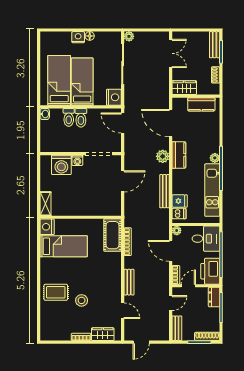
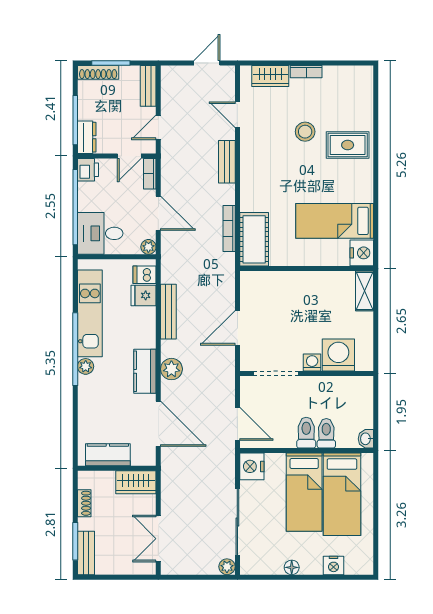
nightstand: (78, 37) -> (334, 565), moved
printer: (210, 271) -> (88, 170), width x0.53, depth x0.68

